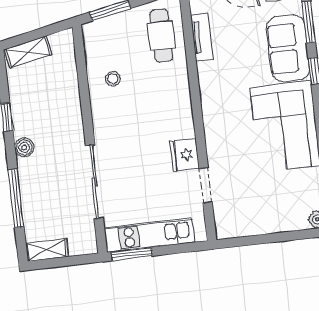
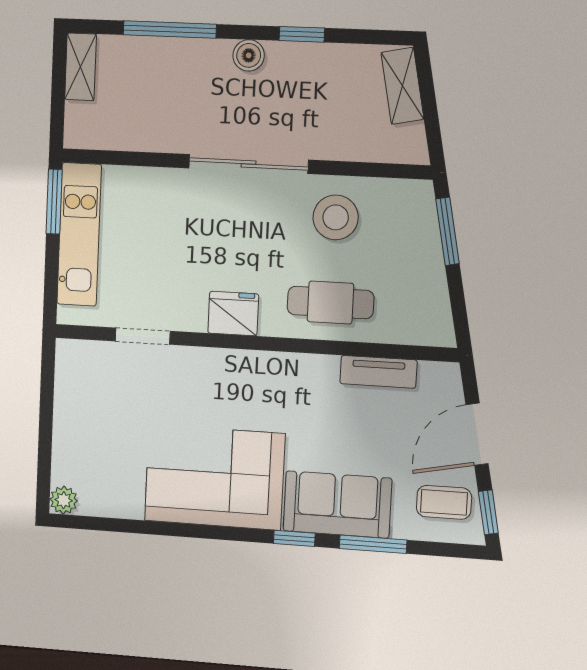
cafe table: (161, 36) -> (330, 303), moved
stool: (113, 79) -> (336, 217), width x1.89, depth x1.89
fridge: (185, 155) -> (233, 314), moved
sliding door: (94, 182) -> (249, 164), moved

